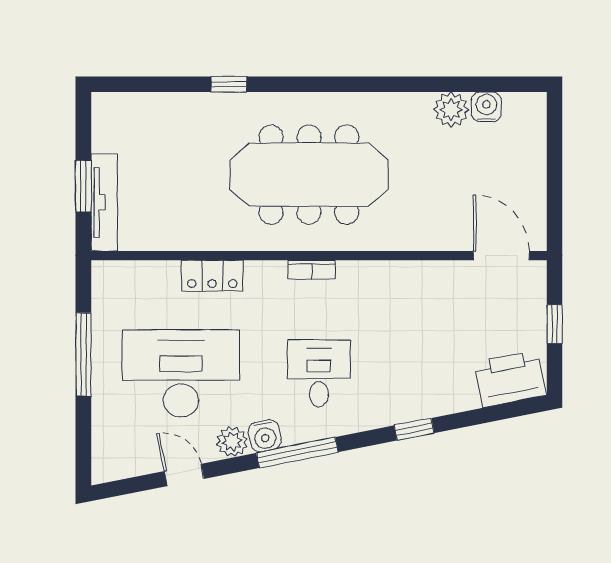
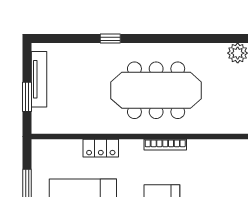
tv unit: (104, 202) -> (39, 79), moved
bookcase: (312, 270) -> (165, 145), width x1.56

